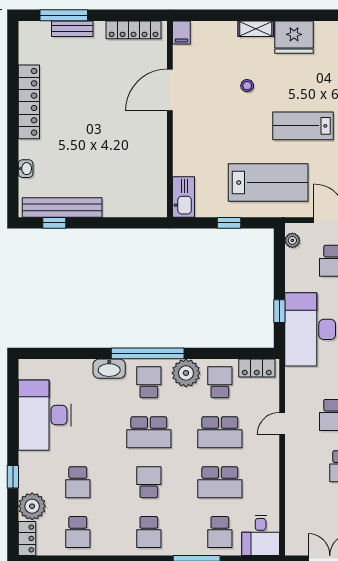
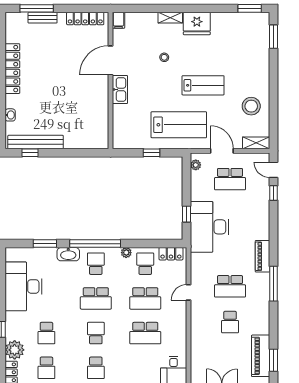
lab bench: (303, 126) -> (203, 85), turned 180
kitchen sink: (183, 197) -> (120, 89), moved
window: (75, 353) -> (45, 244), added
plant: (186, 373) -> (126, 253), width x0.53, depth x0.53
school desk: (220, 532) -> (145, 368), removed

